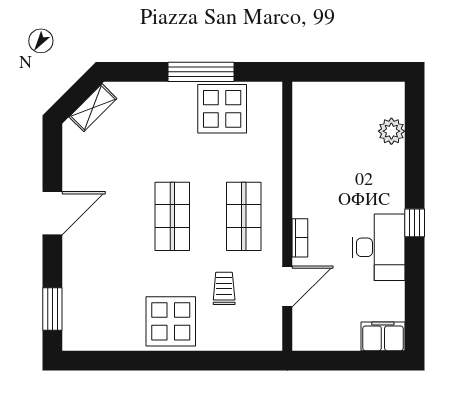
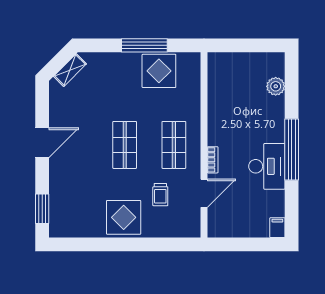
window: (415, 223) -> (292, 149), width x3.17
trolley: (224, 288) -> (160, 195), turned 180
filing cabinet: (383, 336) -> (277, 228), width x0.50

